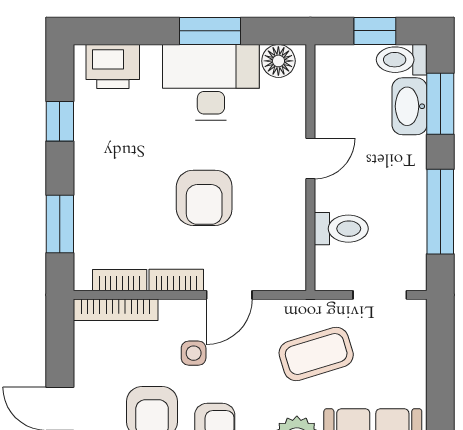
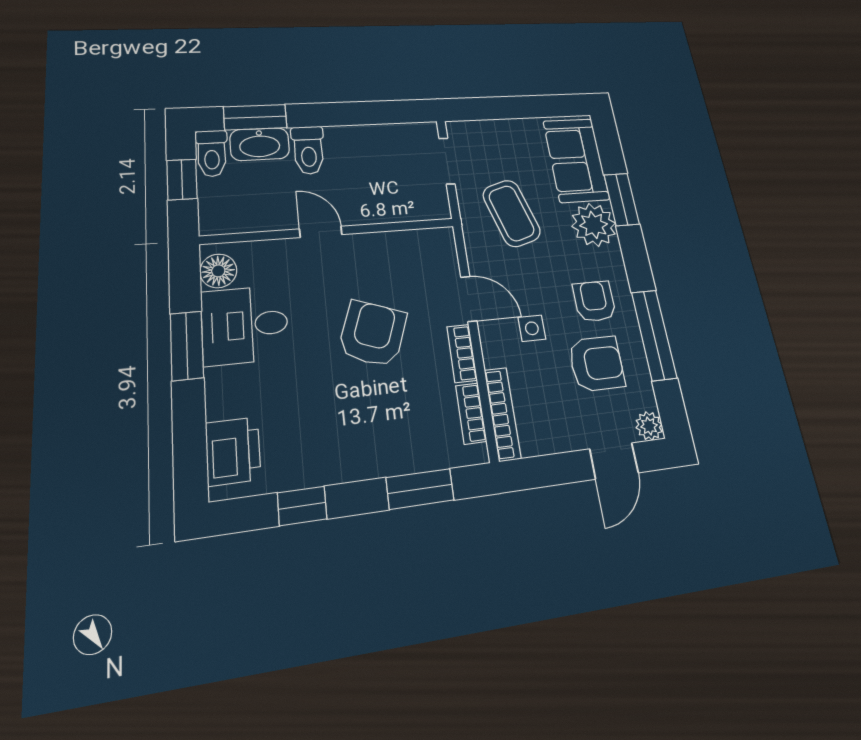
desk: (211, 82) -> (245, 325), width x0.73
armchair: (204, 198) -> (373, 334), turned -70
window: (440, 212) -> (361, 113), removed
toilet: (341, 229) -> (308, 150), moved, turned 180

